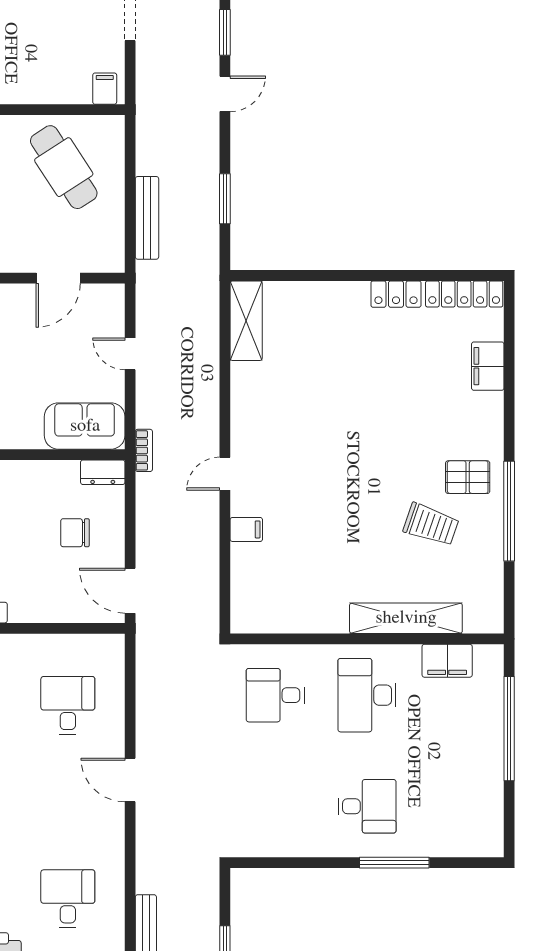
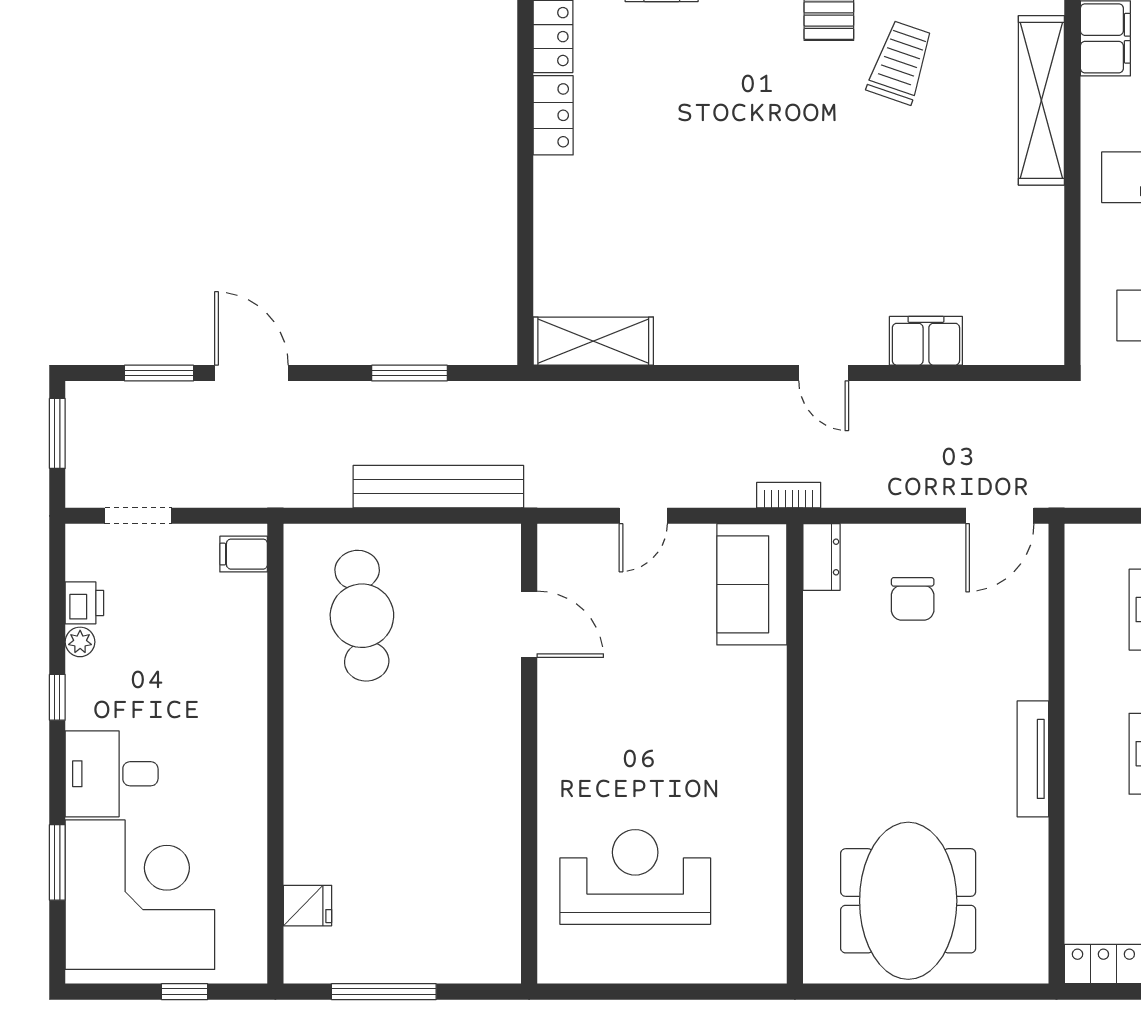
door: (225, 94) -> (251, 373), width x1.37
cafe table: (64, 167) -> (362, 616), turned -63
bench: (147, 218) -> (438, 487), width x1.37, depth x1.21
filing cabinet: (246, 529) -> (926, 341), width x2.00

